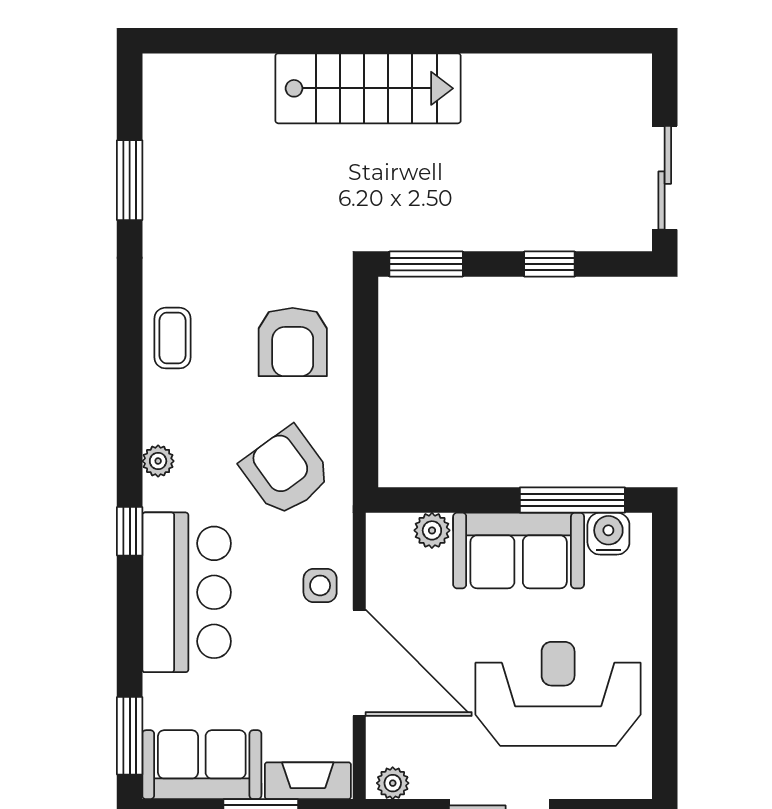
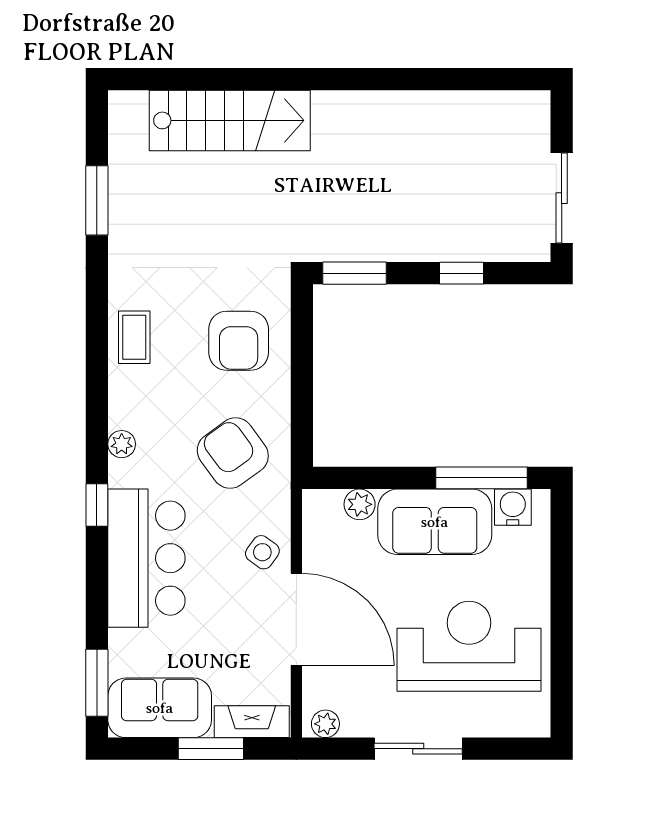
stairs: (368, 88) -> (230, 120), moved
side table: (320, 585) -> (262, 552), turned 36

